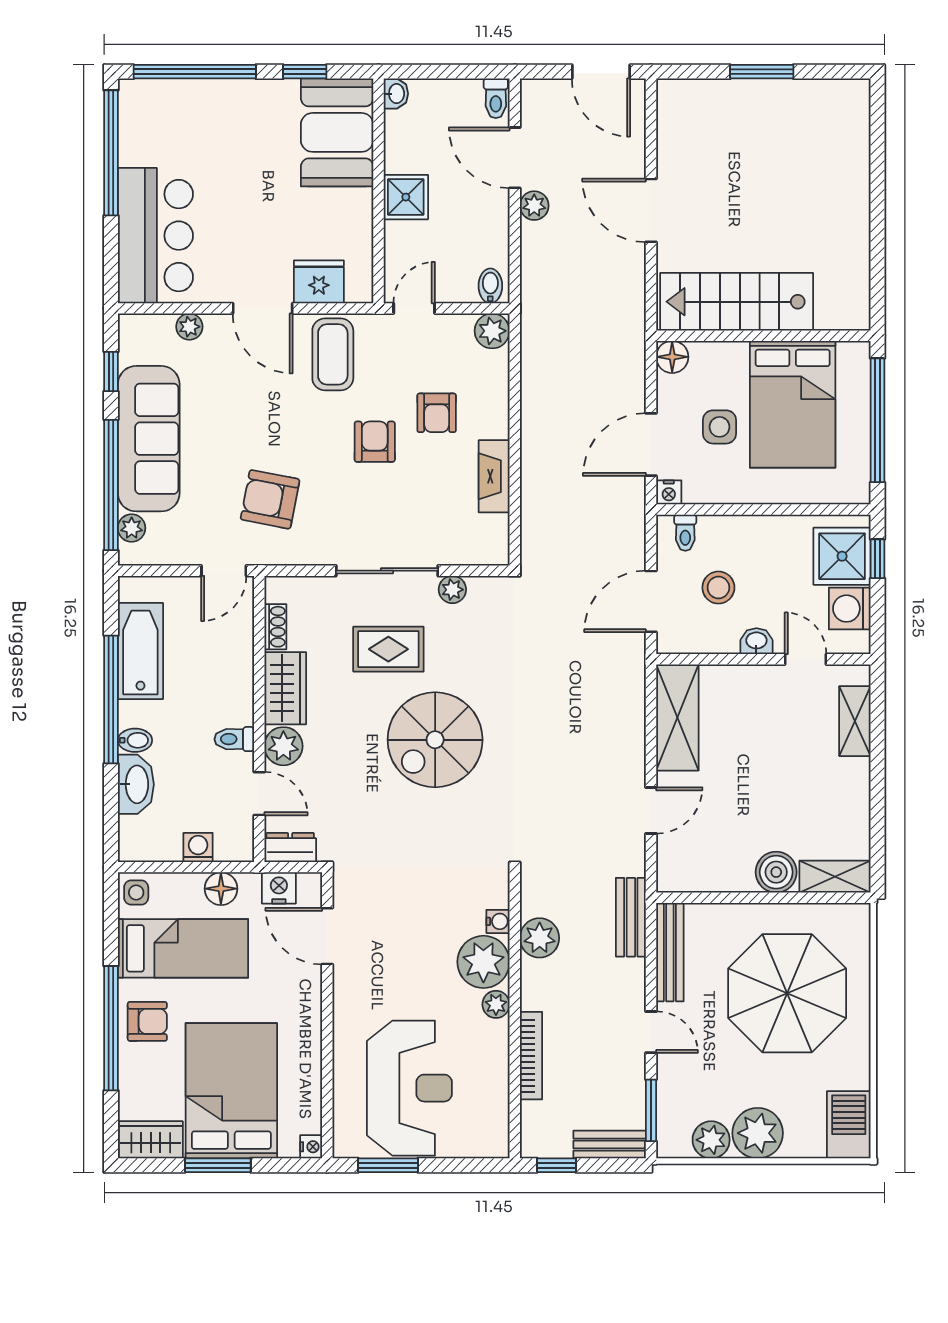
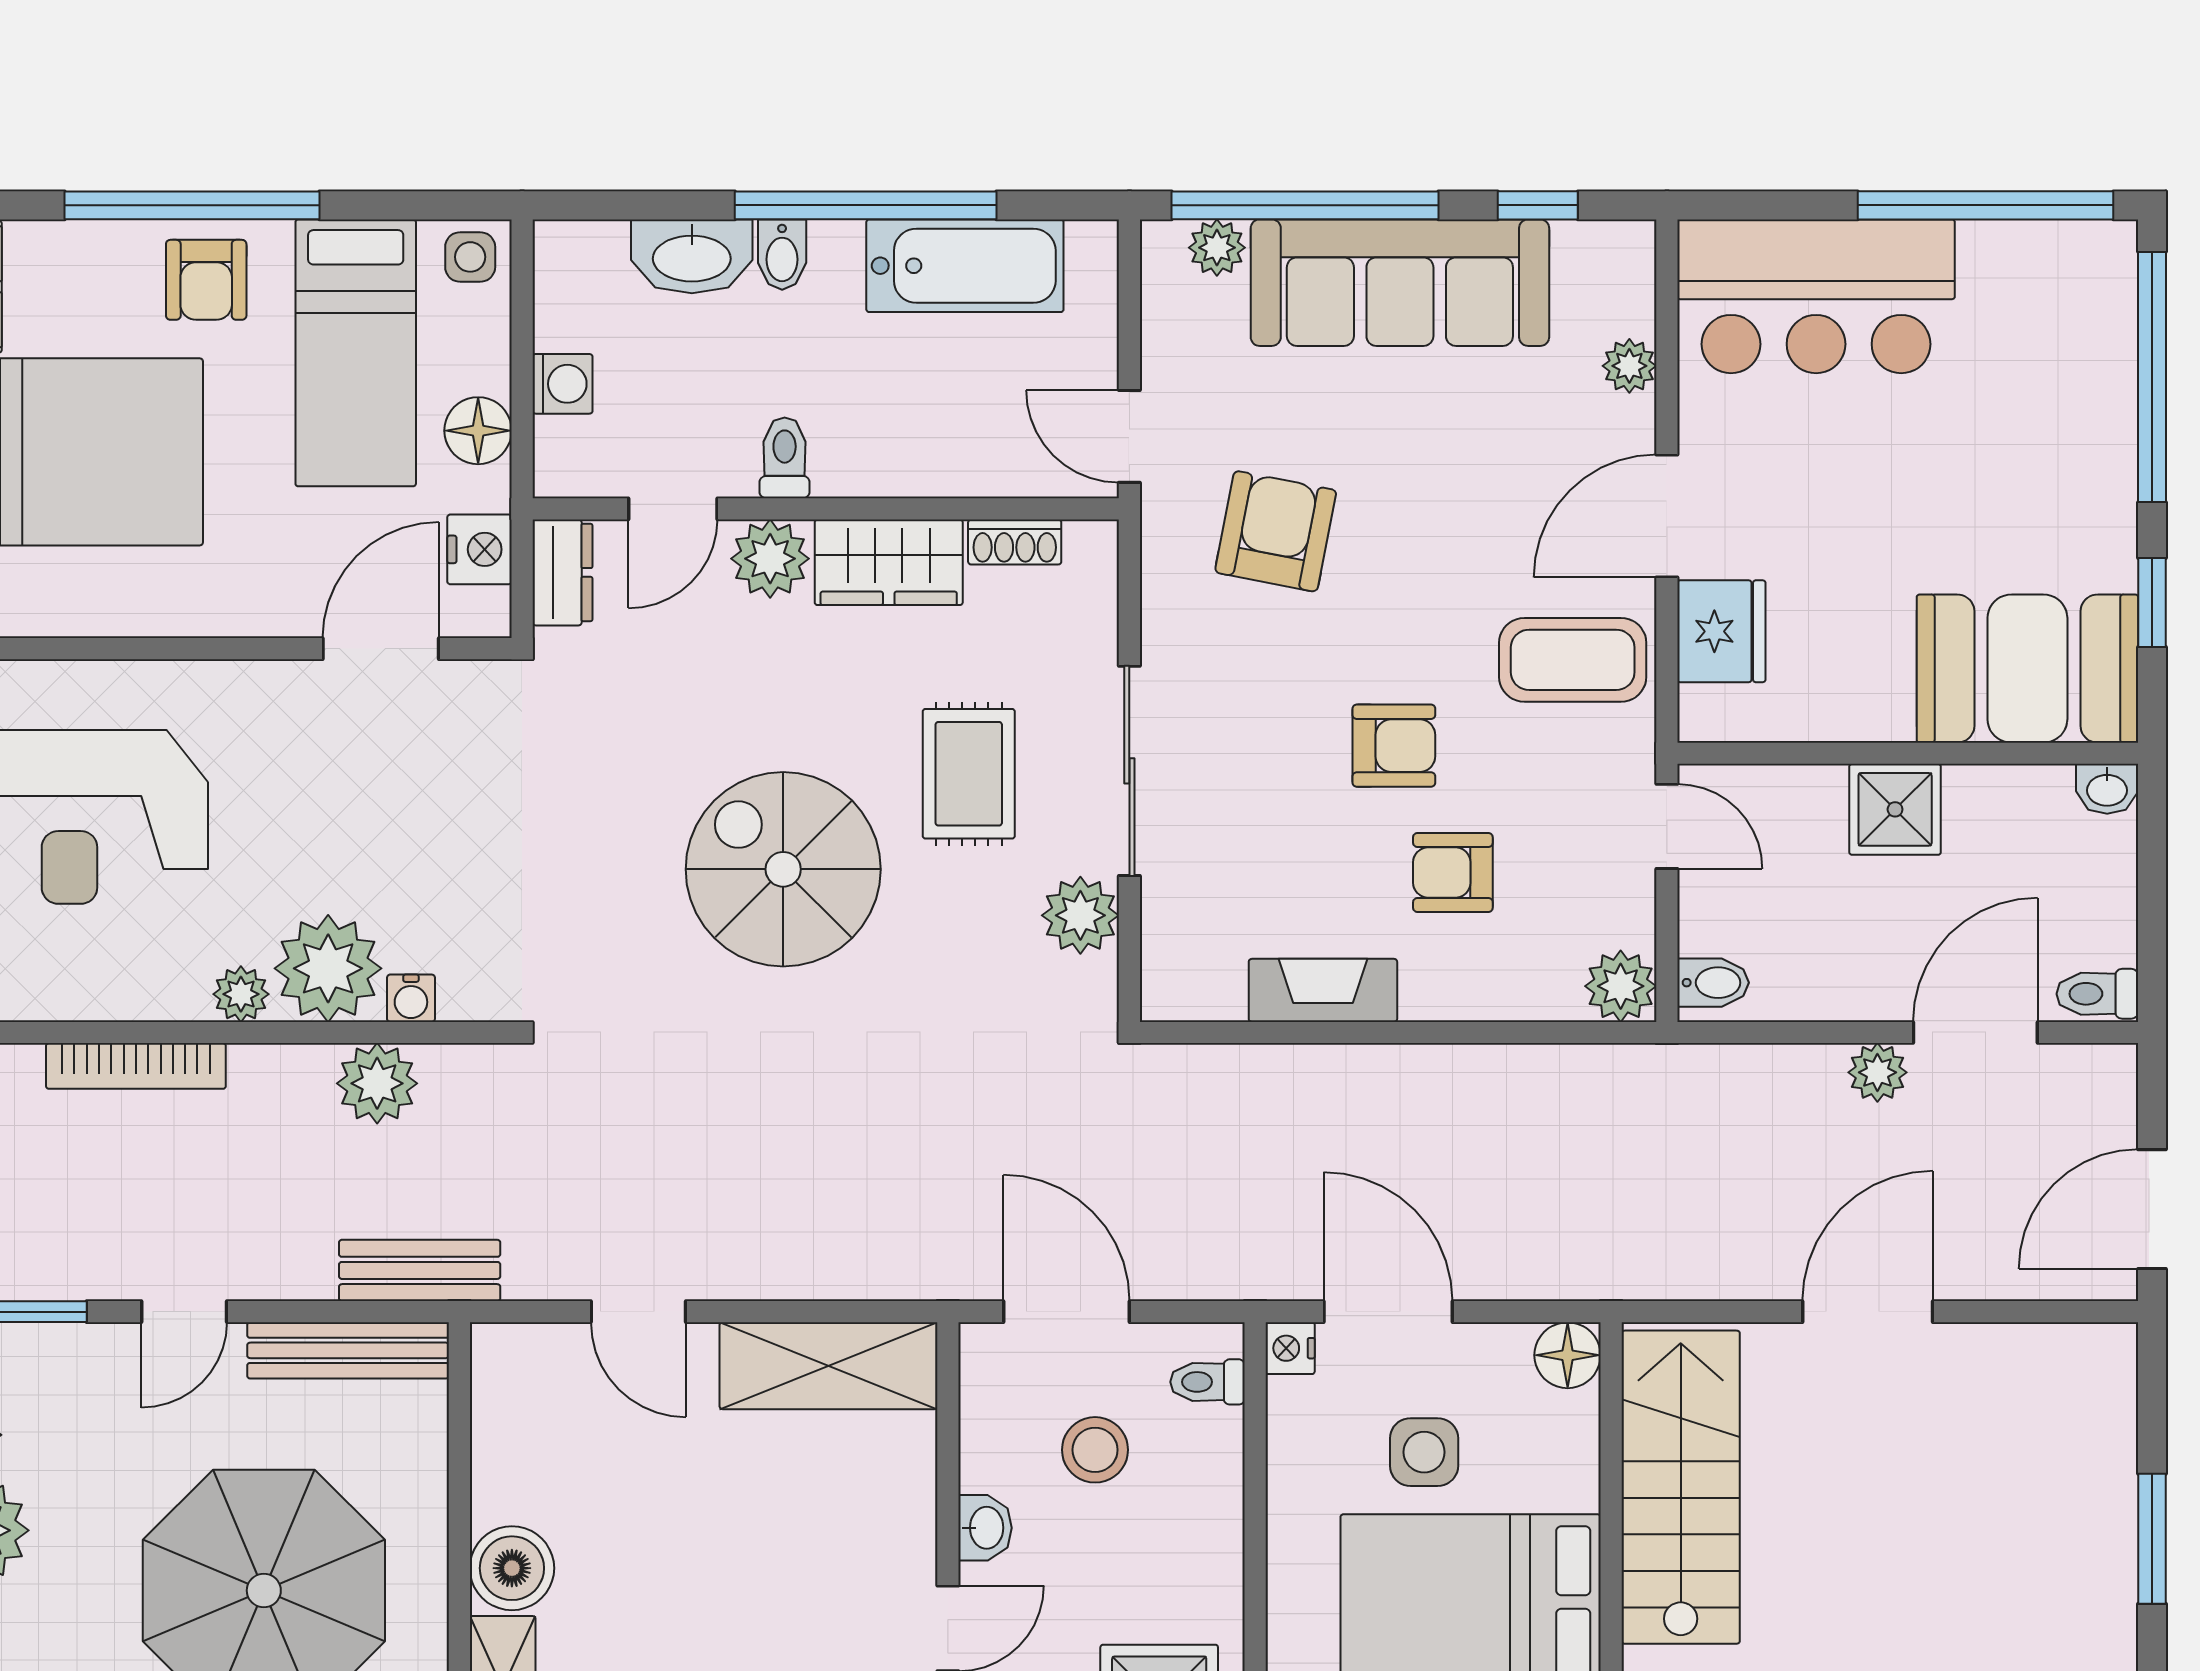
plant: (452, 590) -> (1080, 915), width x1.38, depth x1.38

